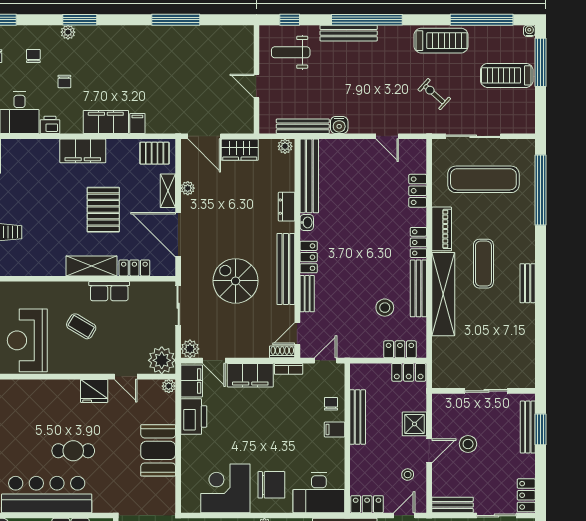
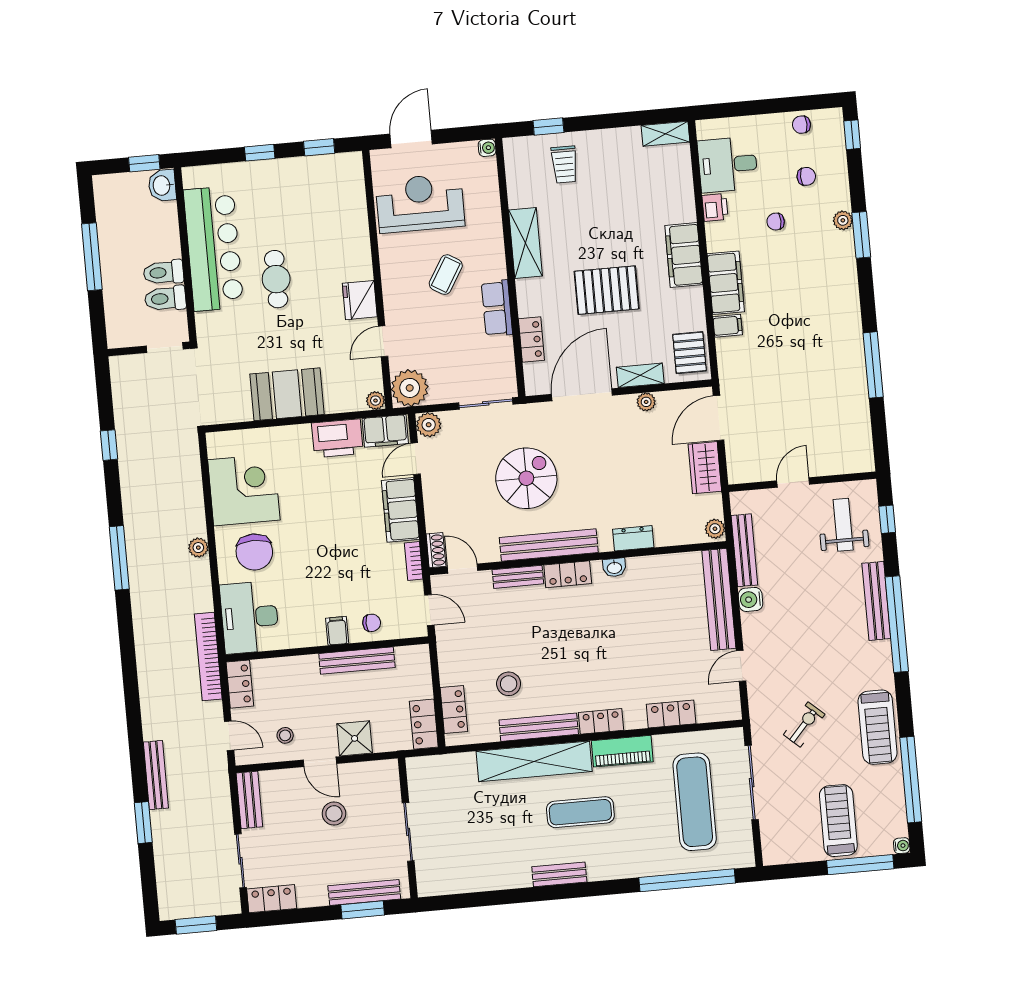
bench: (309, 176) -> (719, 599), moved, turned 90
shelving: (91, 266) -> (525, 243), moved

